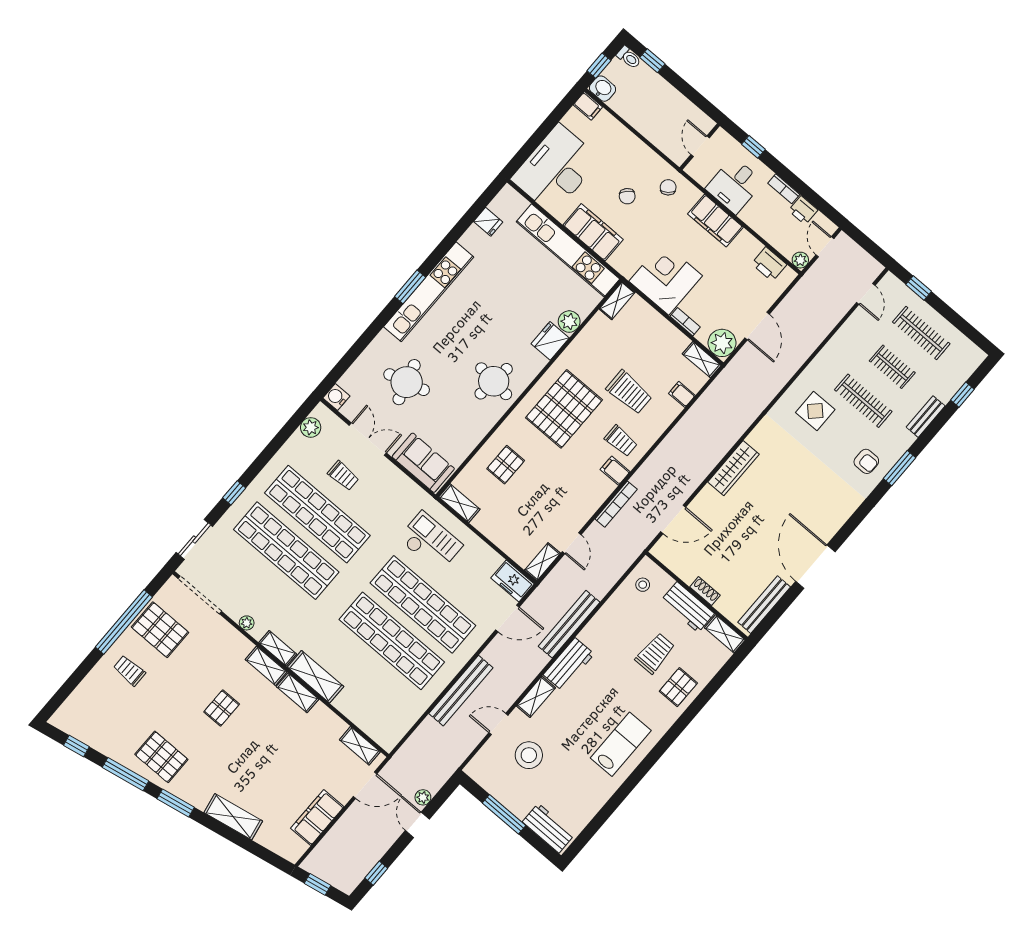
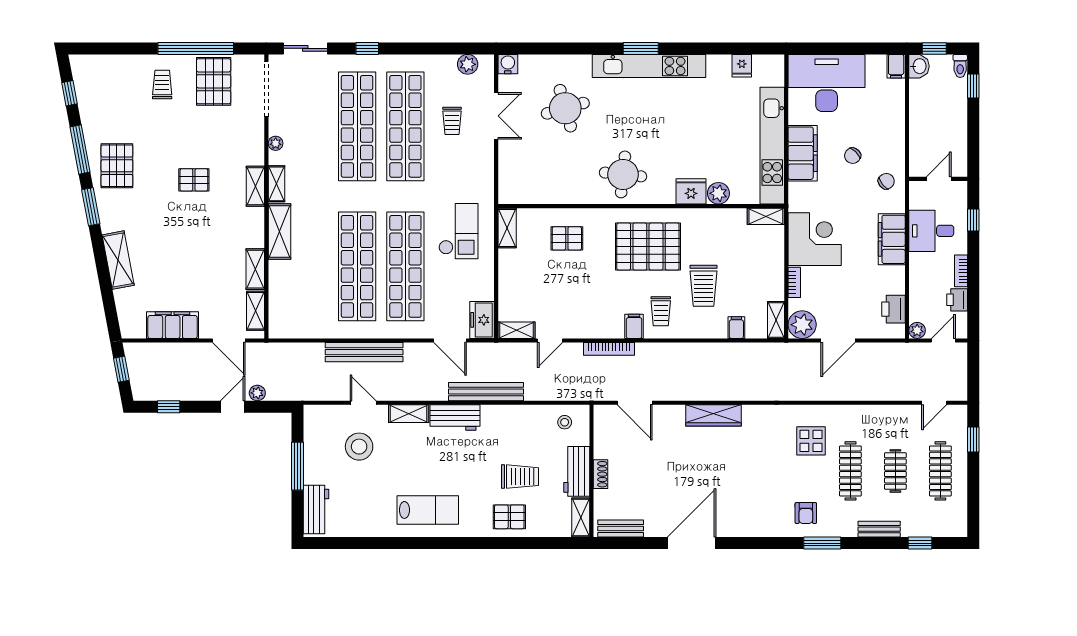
sofa: (423, 463) -> (514, 174), removed
bench: (764, 605) -> (621, 528), width x0.73
shelving: (298, 693) -> (255, 269), moved

